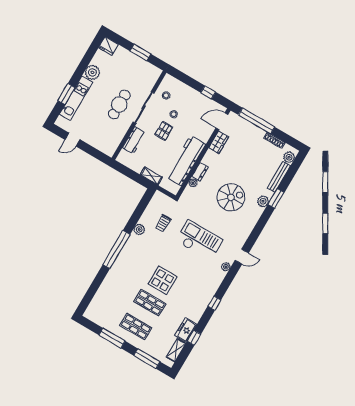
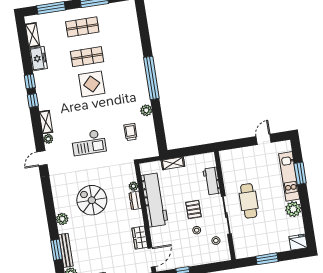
spiral stairs: (231, 197) -> (92, 200), turned 90
window: (276, 198) -> (56, 250), moved
checkout: (199, 240) -> (89, 142), width x0.73, depth x0.83
shelving: (218, 280) -> (46, 122), added
window: (194, 338) -> (30, 81), moved

